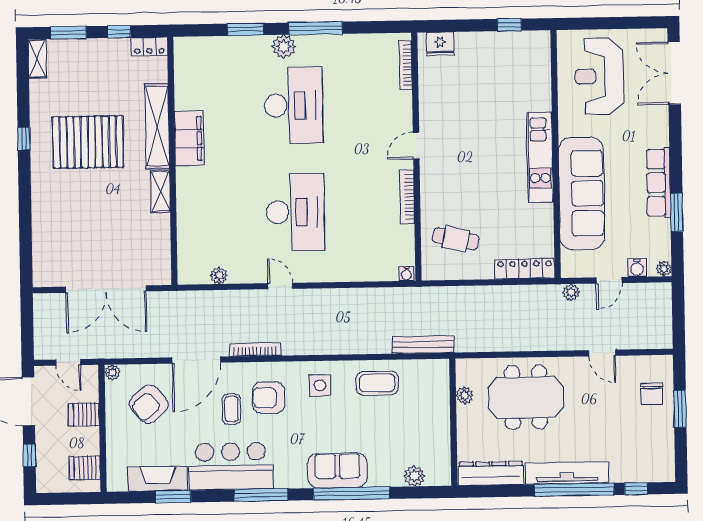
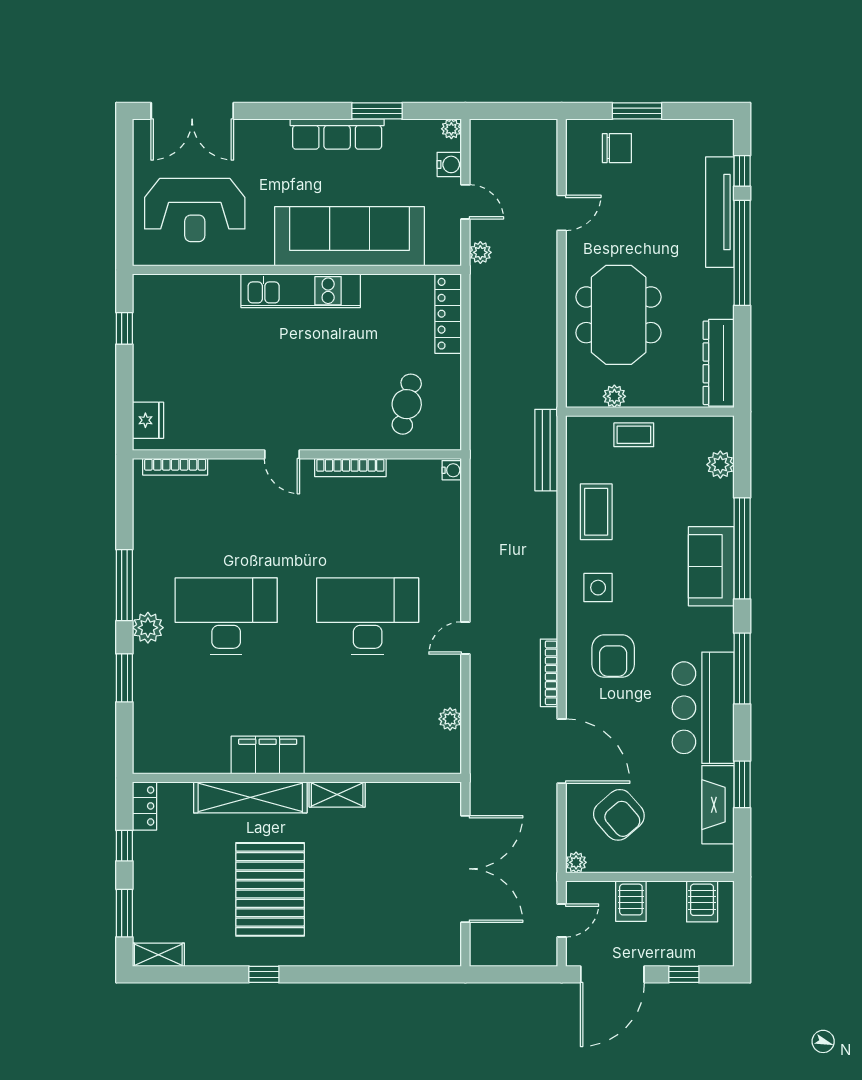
coffee table: (231, 409) -> (634, 435), moved
tv unit: (567, 473) -> (720, 212), moved

